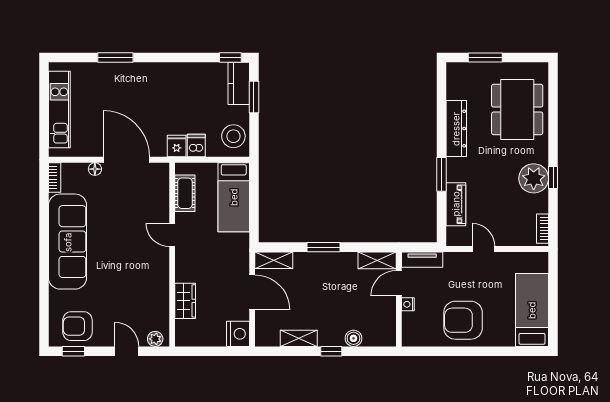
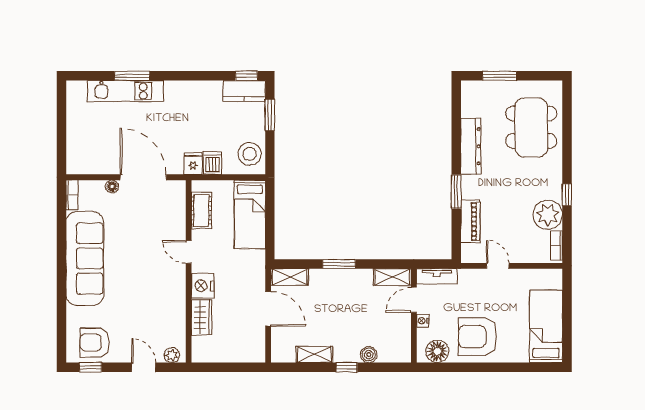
kitchen counter: (239, 83) -> (244, 91), moved, turned -90
kitchen unit: (59, 109) -> (126, 91), moved, turned 90
plant: (534, 178) -> (548, 215), moved
nightstand: (238, 334) -> (203, 286), moved, turned 180
floor lamp: (423, 335) -> (437, 351), added

